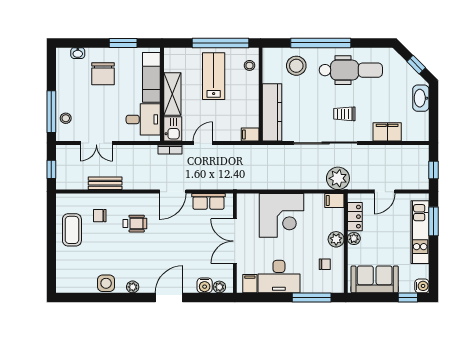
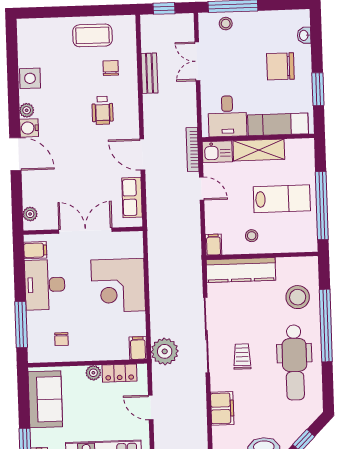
stool: (250, 65) -> (252, 236), moved
bookcase: (170, 149) -> (192, 149), width x1.56
plant: (336, 239) -> (92, 352), removed
water cooler: (205, 285) -> (29, 128), moved

